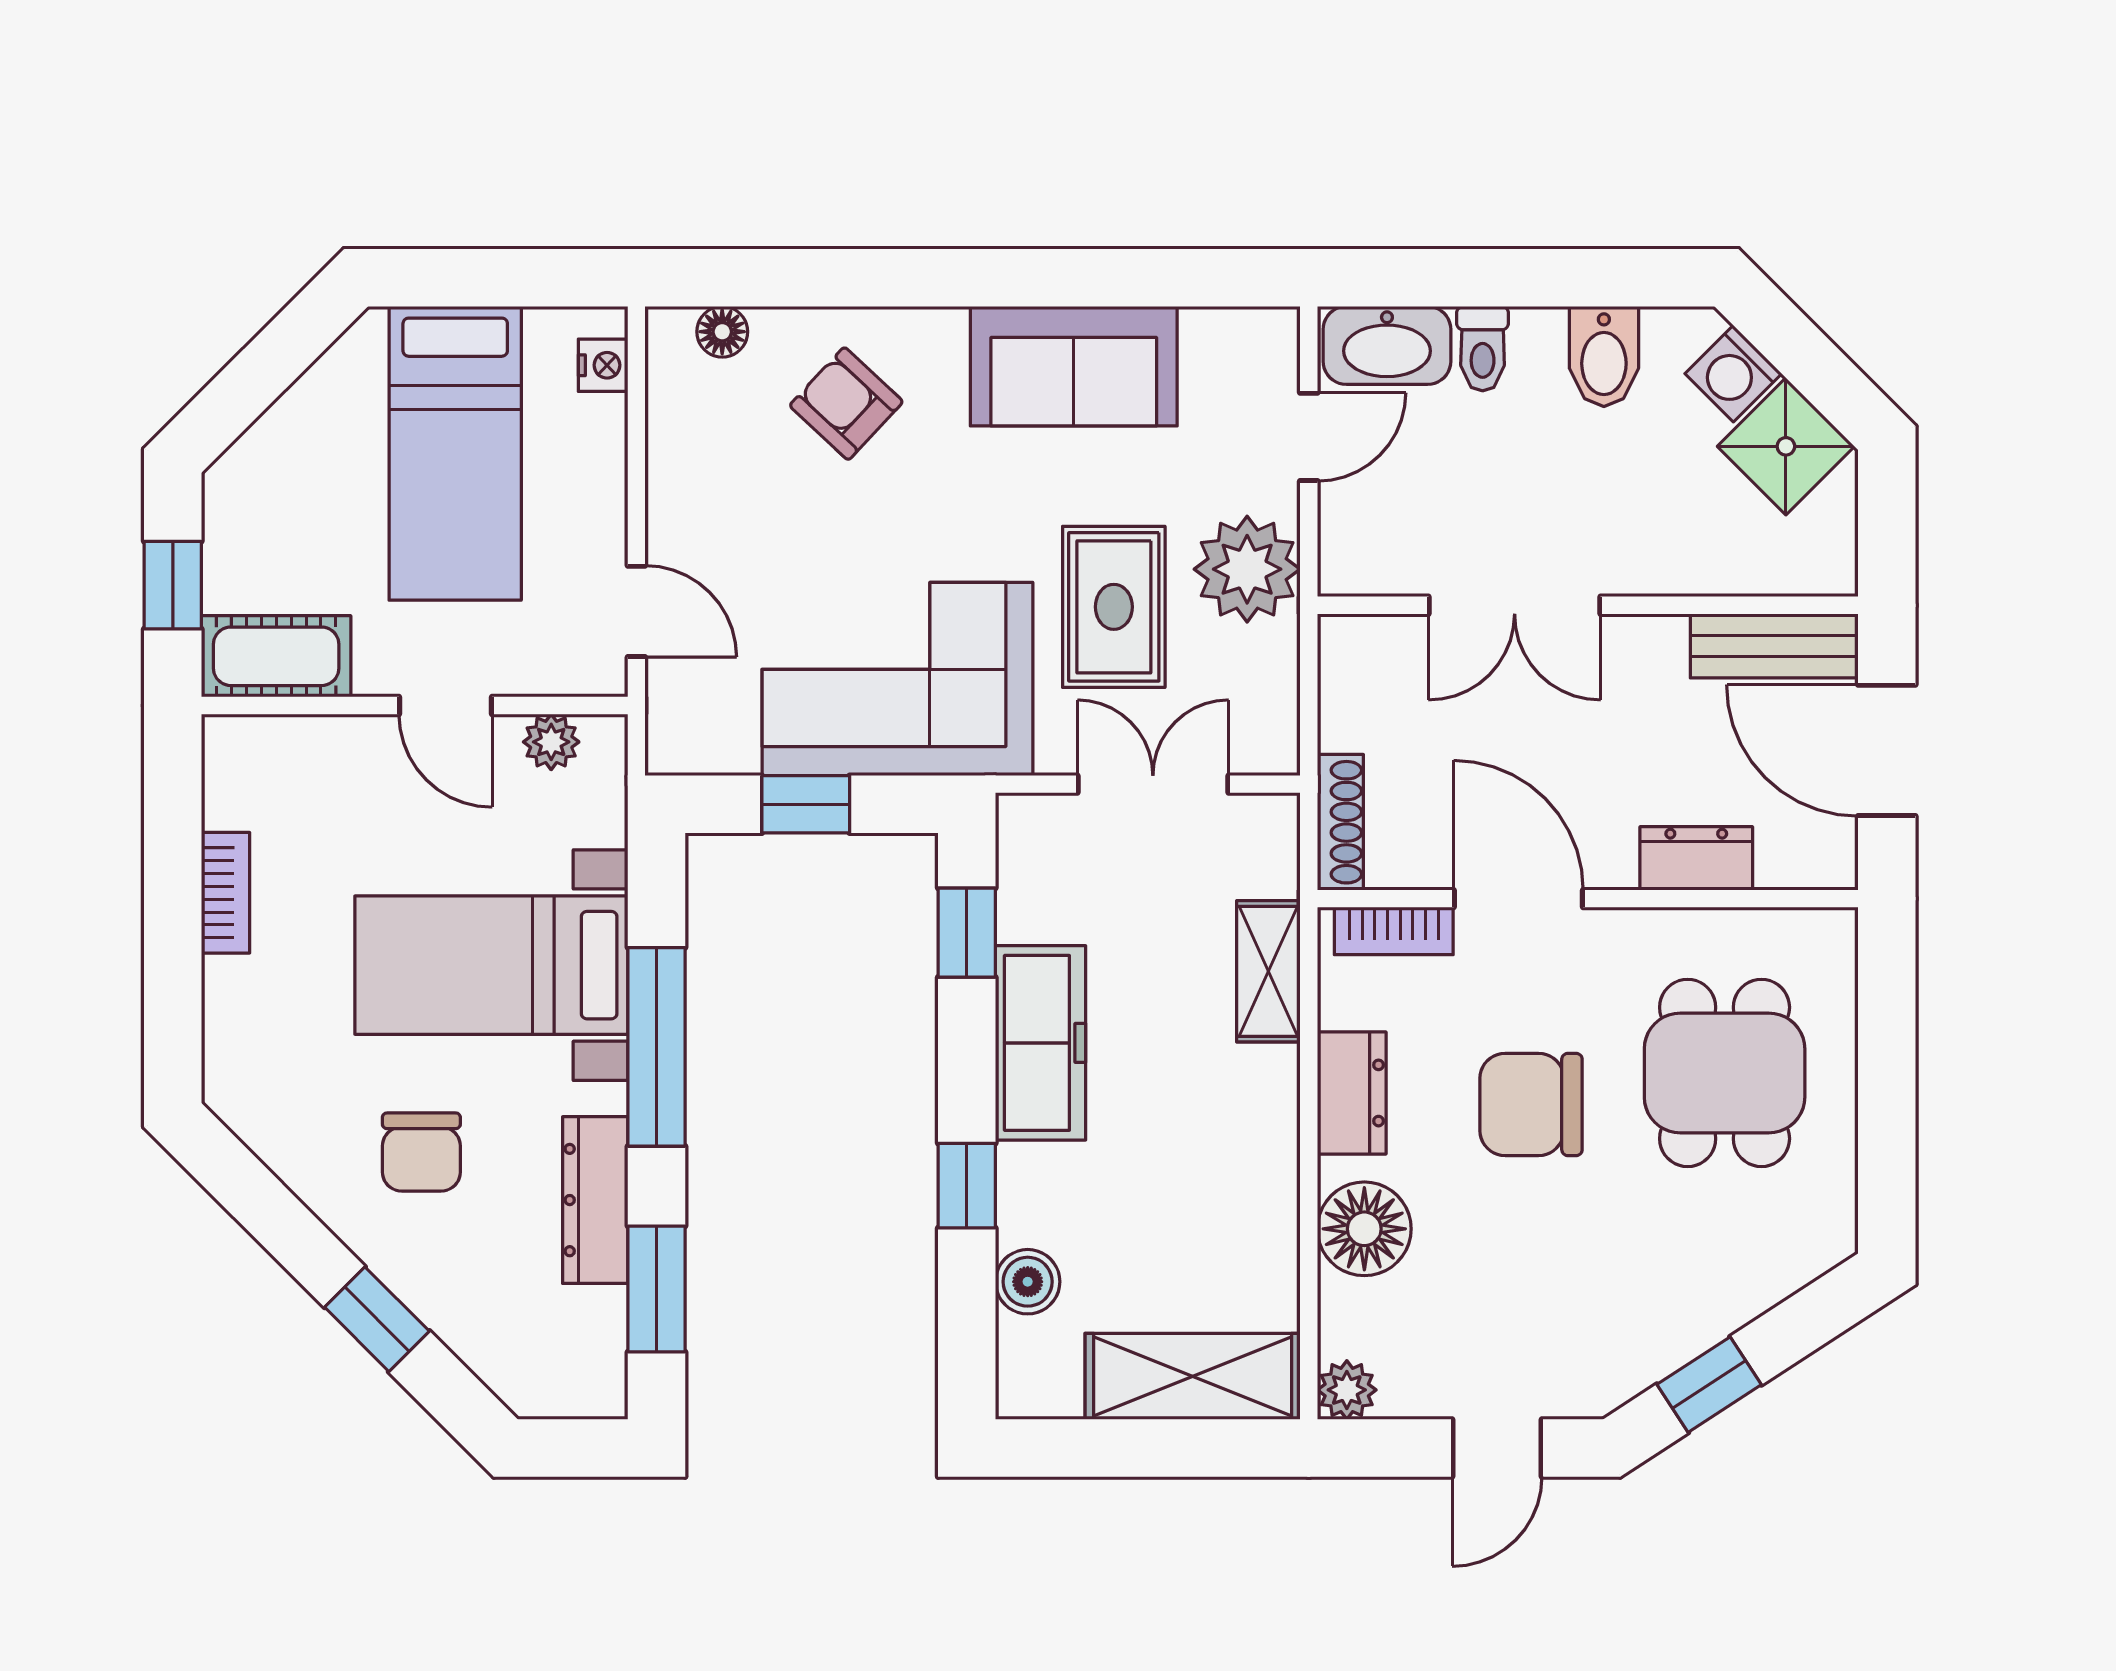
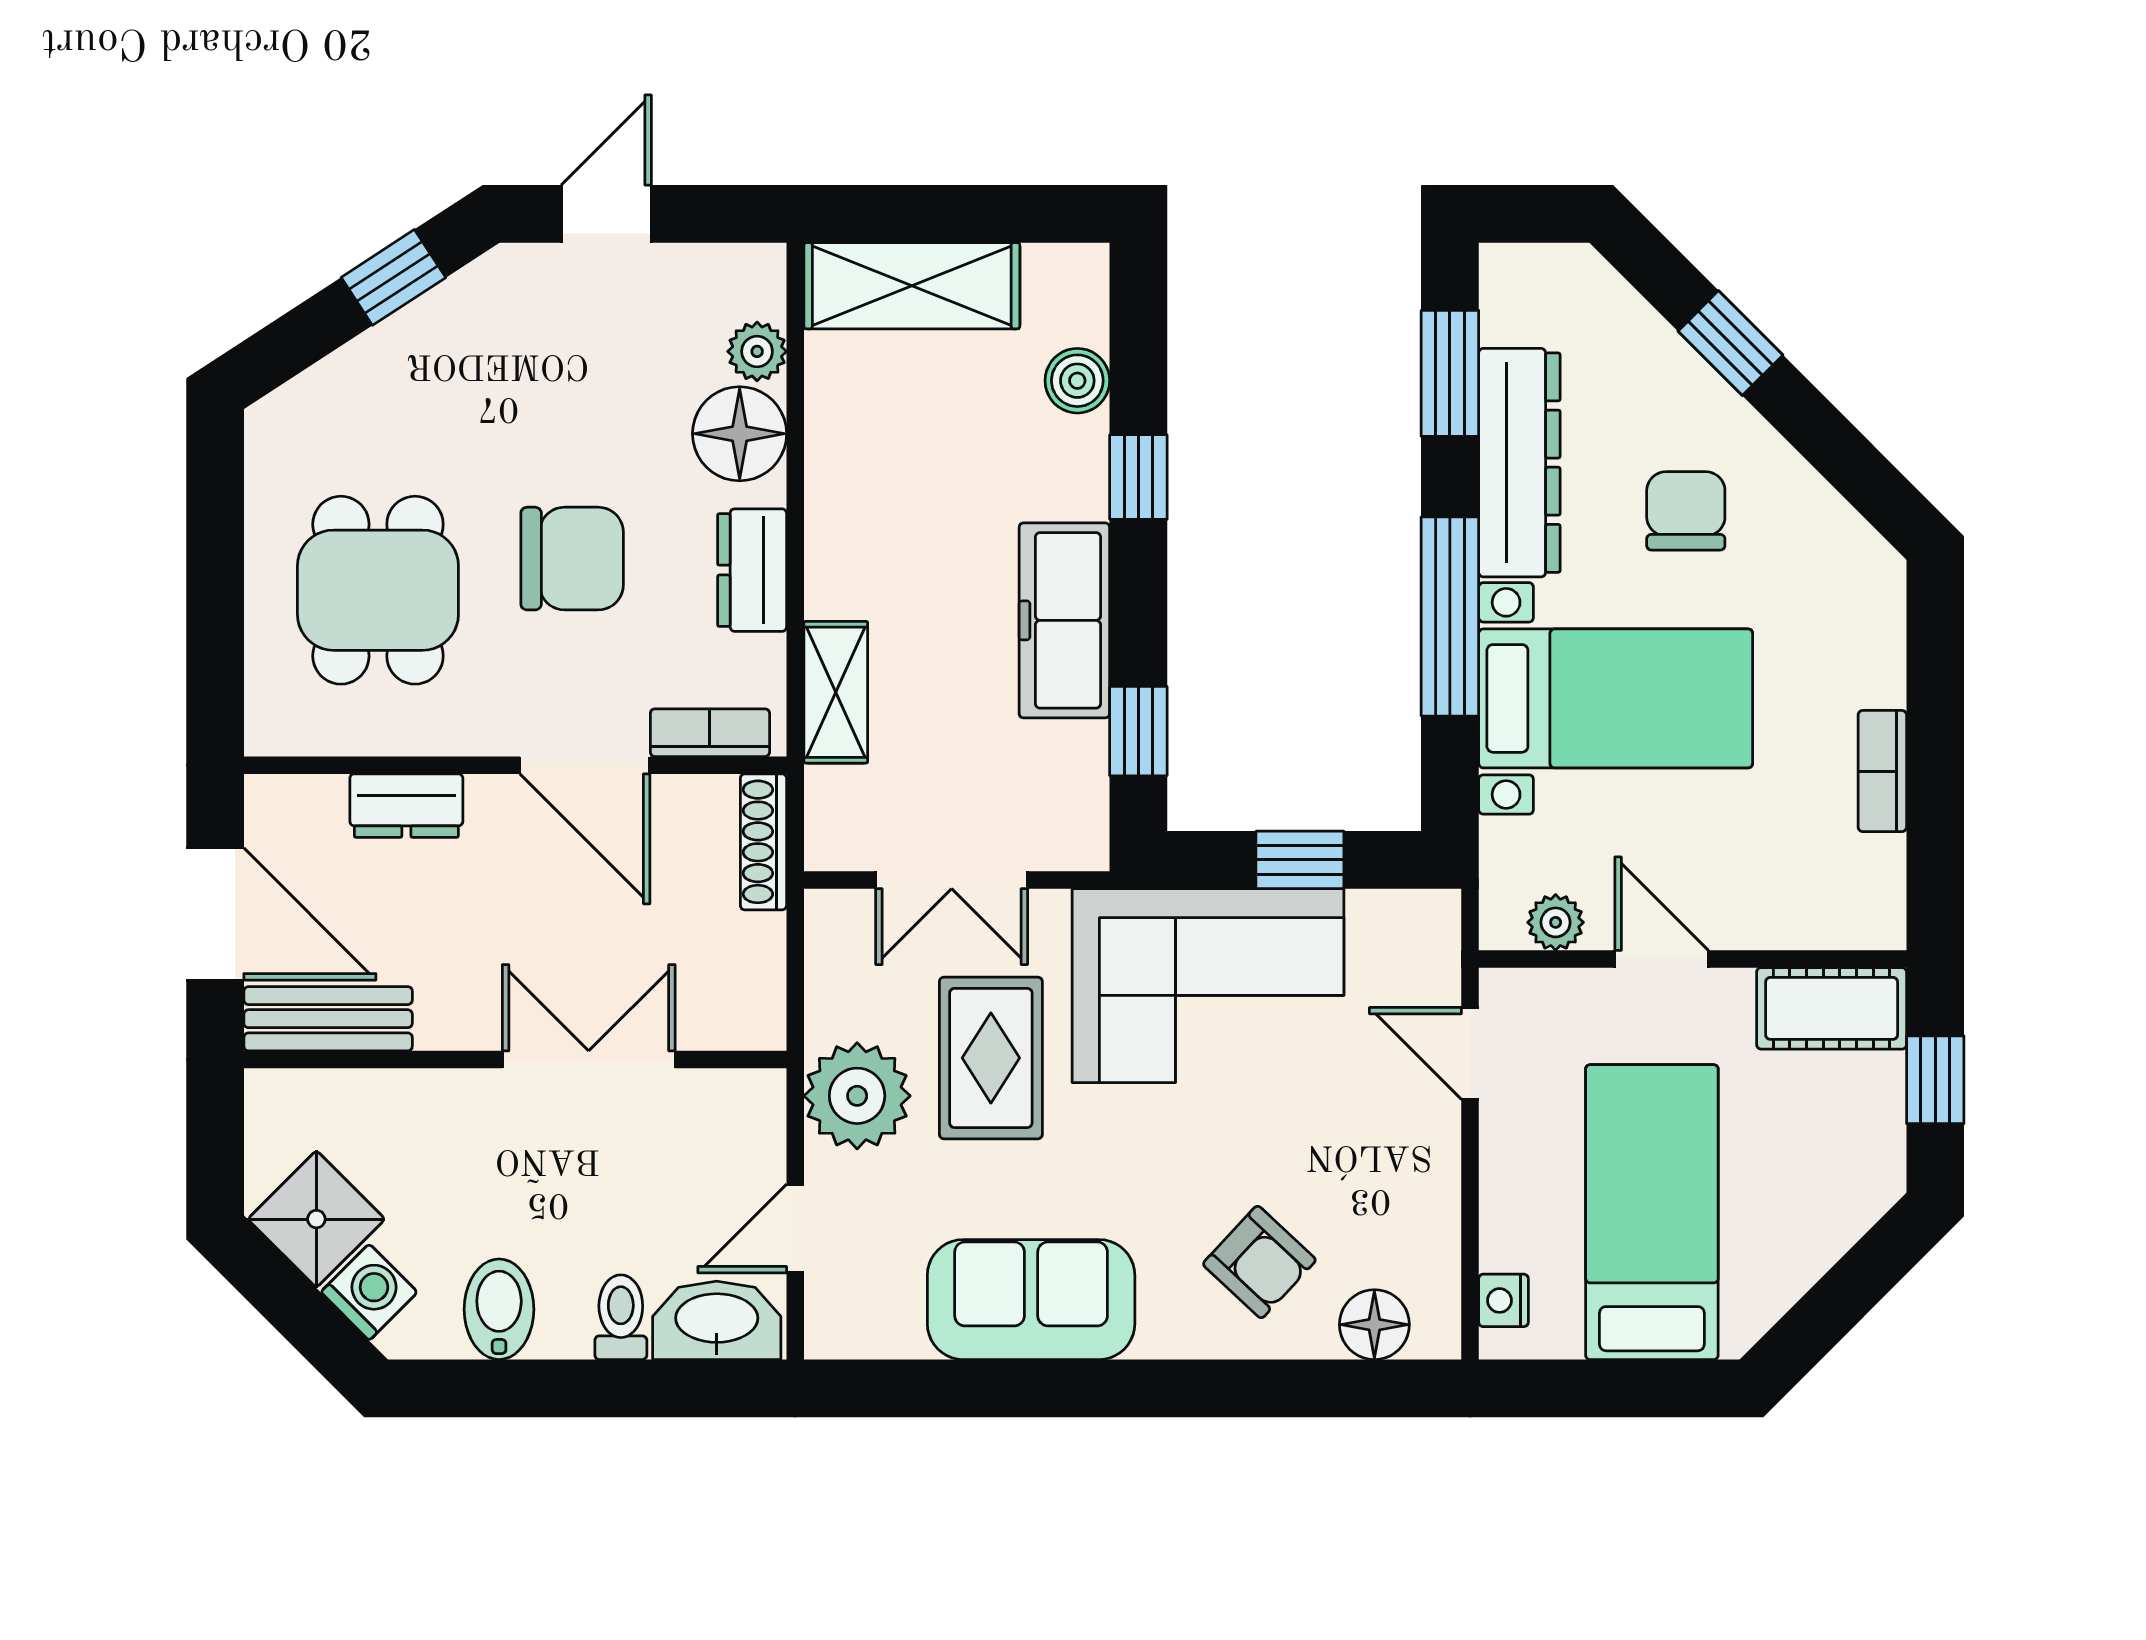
floor lamp: (722, 332) -> (1374, 1325), width x1.37, depth x1.37
dresser: (595, 1200) -> (1519, 463), width x1.37, depth x1.24
plant: (1347, 1390) -> (757, 351), moved

